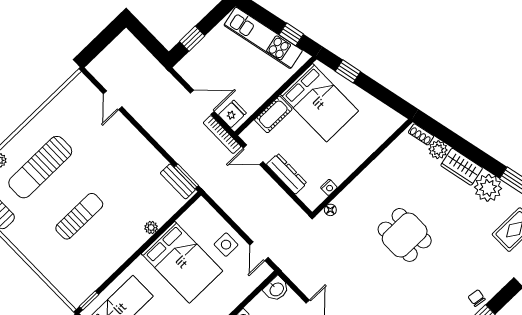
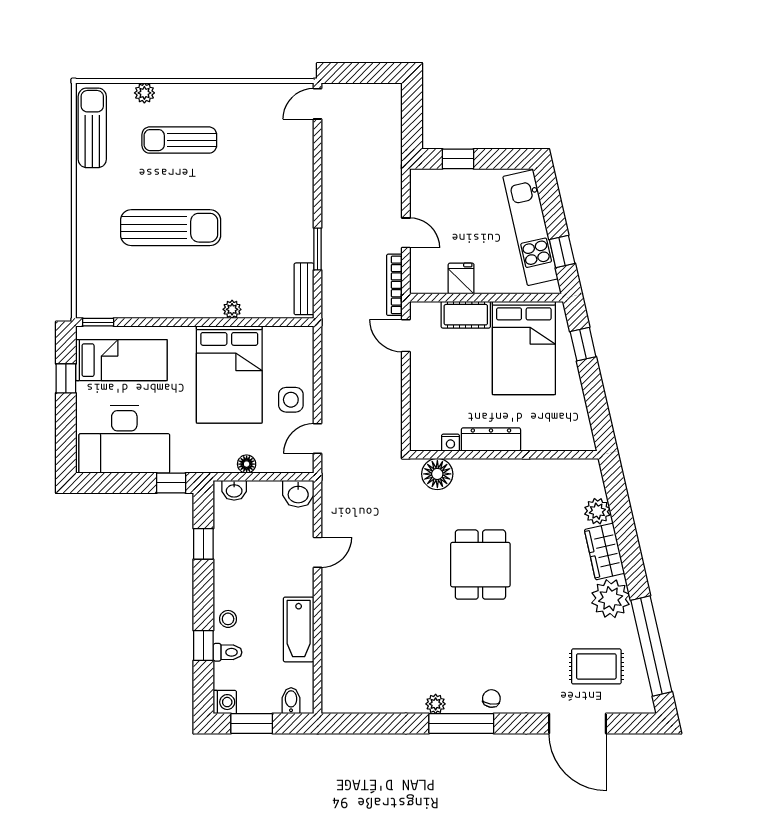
door: (113, 100) -> (318, 104), moved
door: (202, 102) -> (406, 233), width x0.73
fridge: (232, 114) -> (461, 279), moved, turned -90
shoe rack: (421, 134) -> (595, 479), removed
sun lounger: (40, 167) -> (179, 140), width x0.73, depth x0.75
dresser: (287, 174) -> (491, 439), moved, turned -90
window: (186, 176) -> (318, 249), moved
floor lamp: (330, 210) -> (437, 474), width x1.89, depth x1.89
sun lounger: (79, 216) -> (171, 228), width x1.36, depth x1.34
floor lamp: (235, 299) -> (247, 464), added

